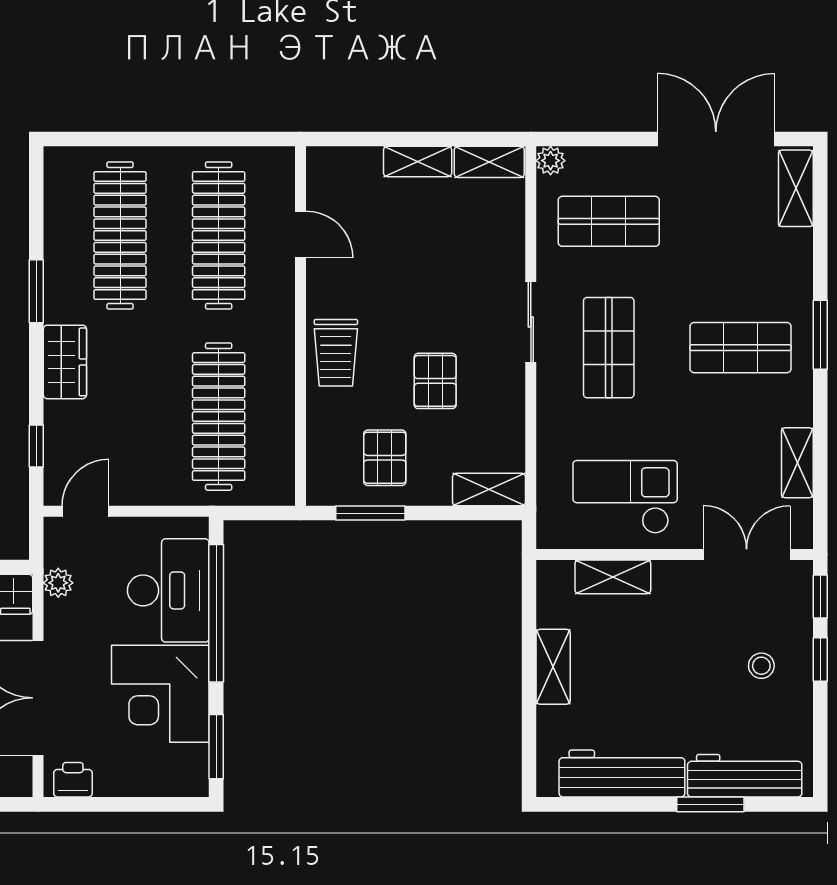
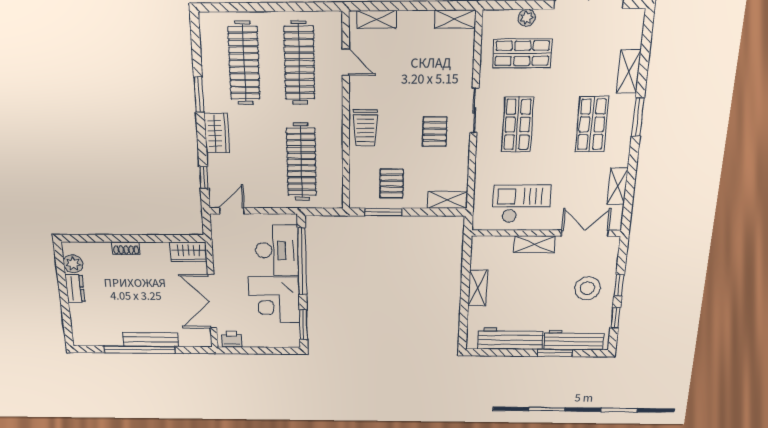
shelving: (418, 161) -> (377, 19), moved
plant: (551, 161) -> (526, 18), moved
shelving: (796, 188) -> (629, 72), moved
shop shelf: (741, 348) -> (592, 124), turned 90
pallet: (435, 381) -> (435, 132), moved
shelving: (613, 577) -> (534, 244), moved
plant: (58, 583) -> (219, 246), removed
window: (820, 596) -> (615, 318), moved
stool: (761, 666) -> (587, 288), width x1.89, depth x1.89

